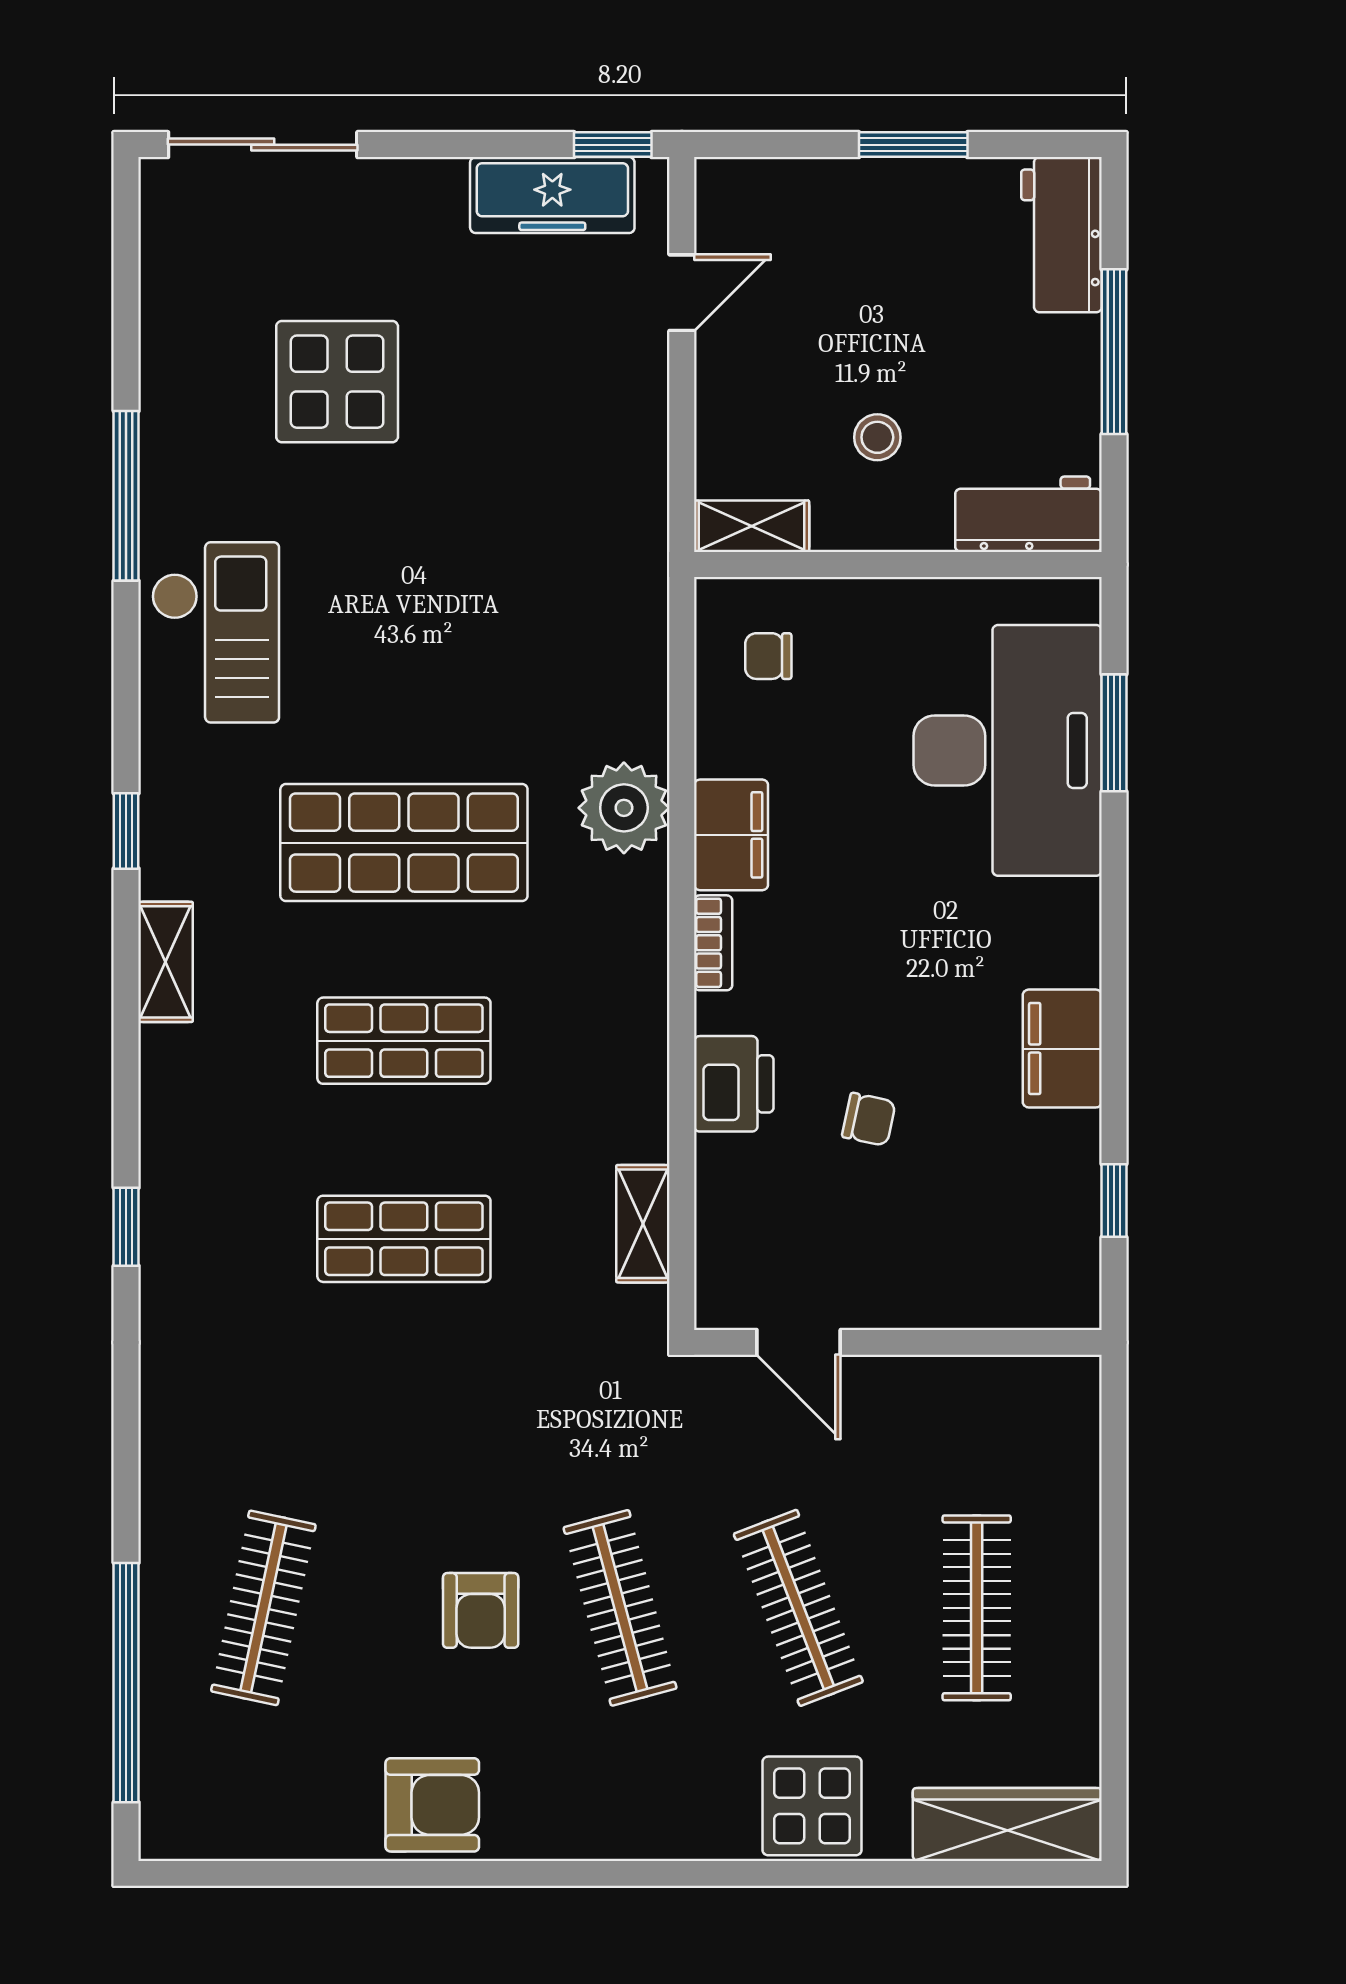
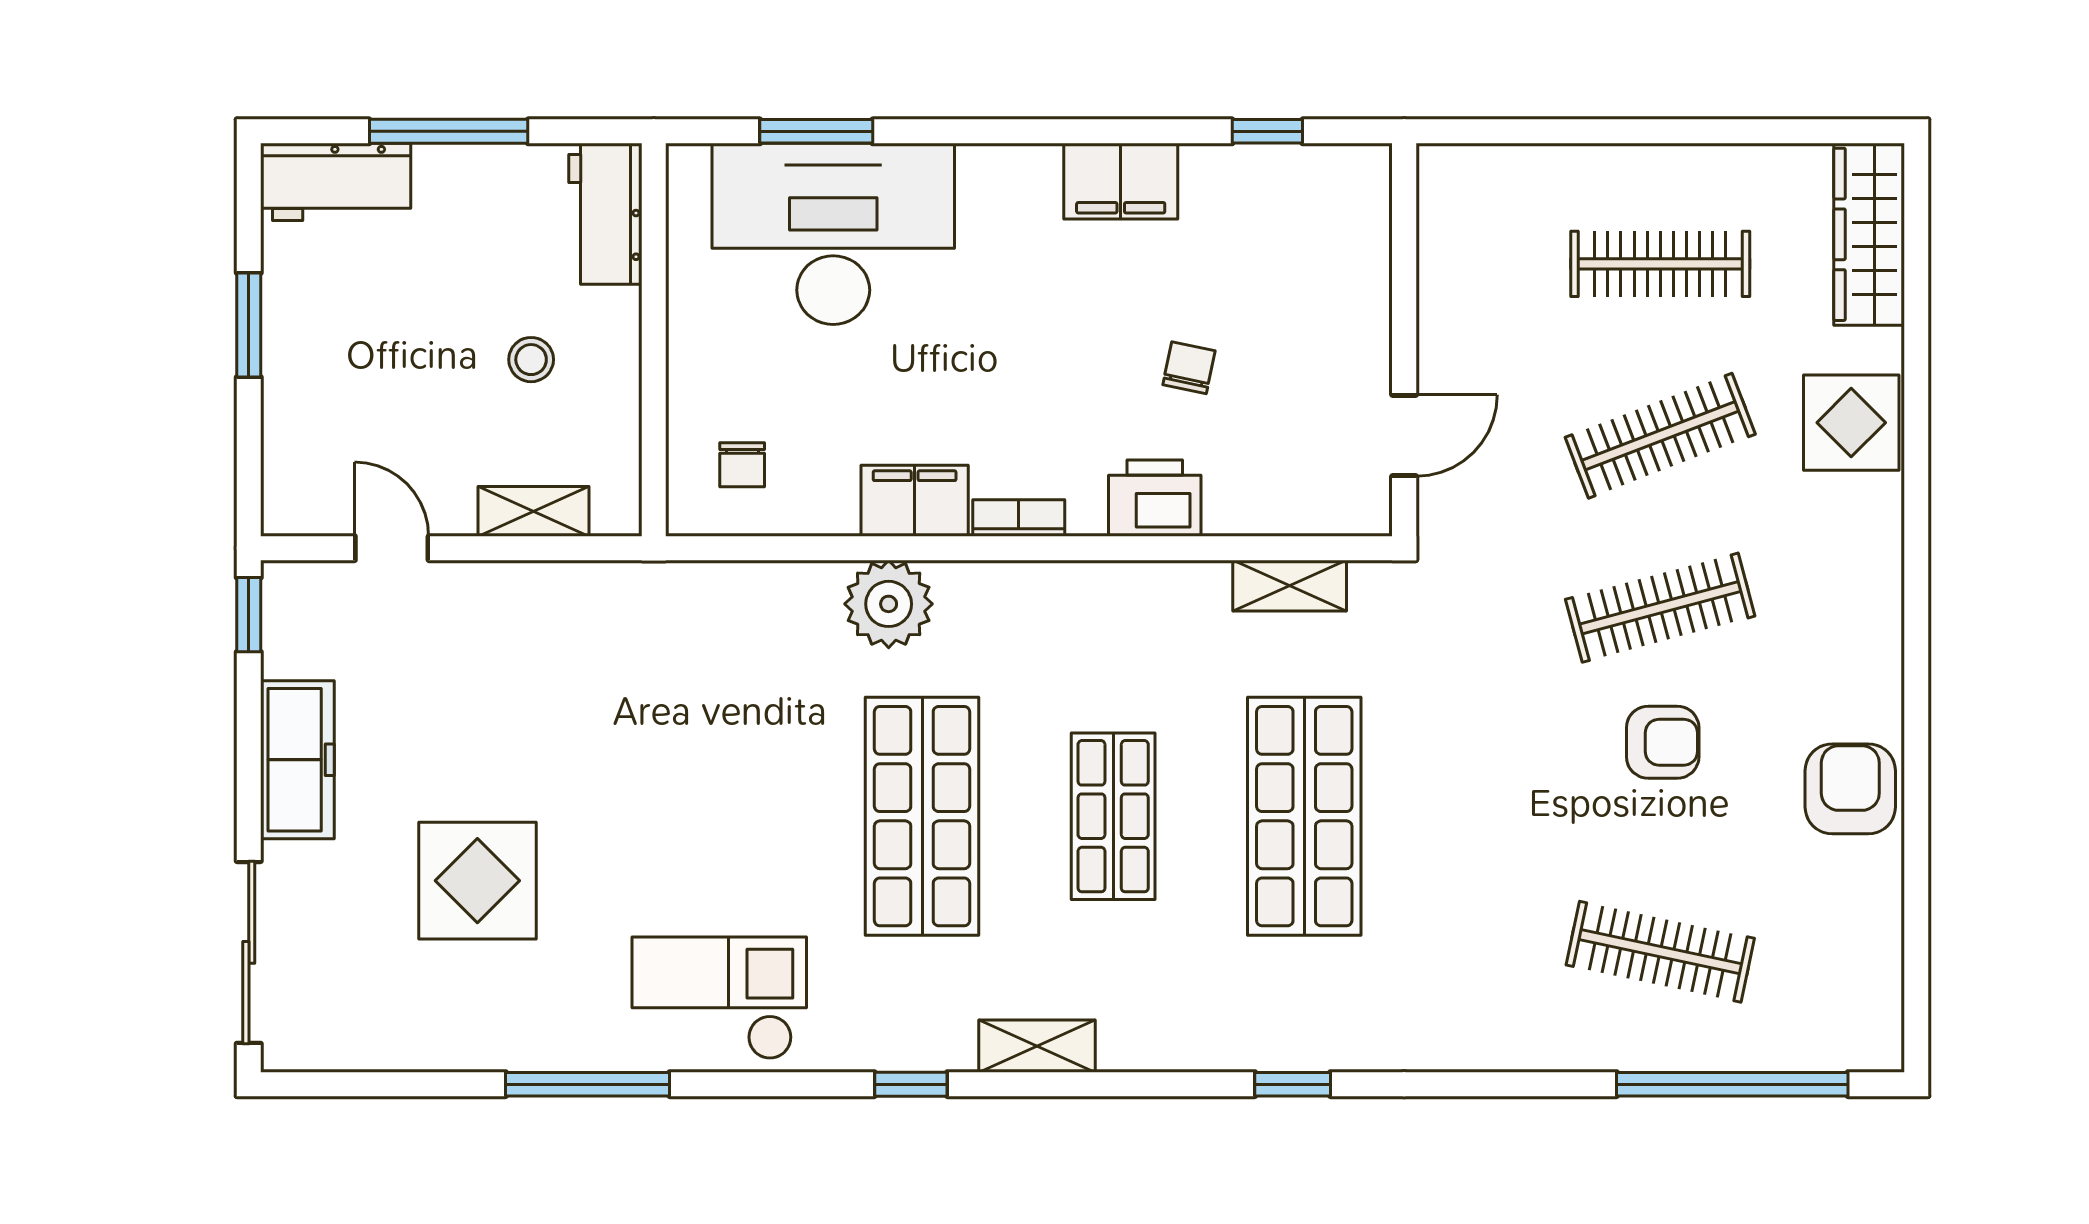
freezer: (552, 195) -> (297, 760), moved
shelving: (752, 526) -> (533, 511), moved, turned 90
shop shelf: (404, 1239) -> (1304, 816), width x1.43, depth x1.36

